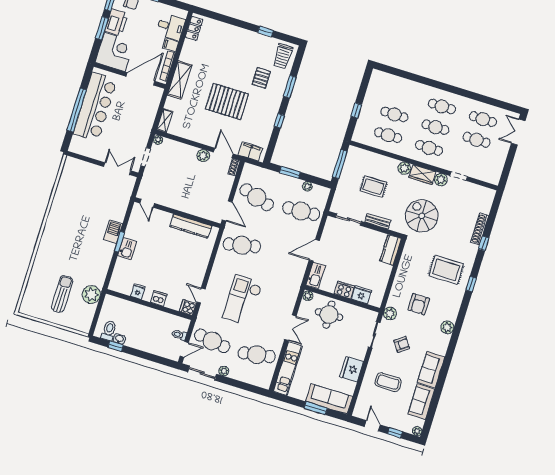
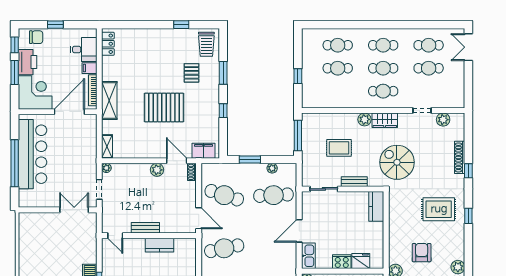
cafe table: (388, 135) -> (338, 45), moved
plant: (441, 180) -> (443, 120), moved
bench: (177, 205) -> (145, 228), added
kitchen counter: (191, 226) -> (160, 245), width x0.67
armchair: (419, 304) -> (422, 253), turned 180

